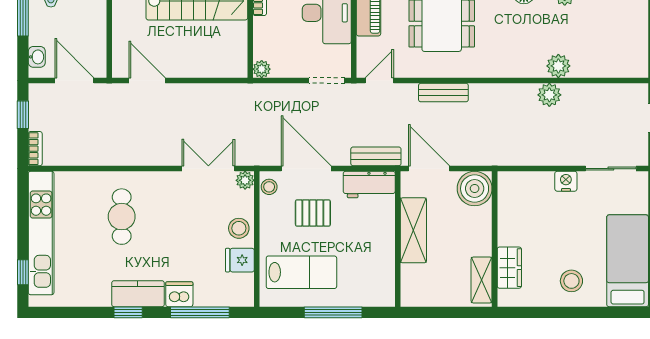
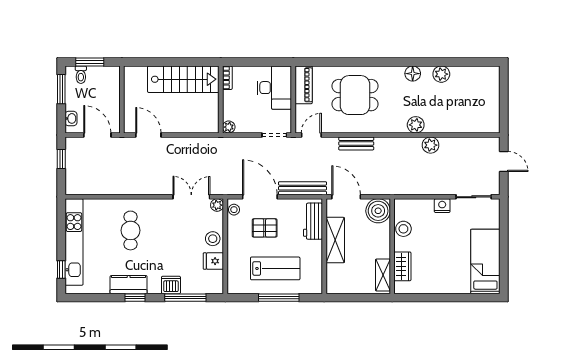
plant: (558, 66) -> (416, 125), moved
bookcase: (35, 149) -> (70, 183), removed
bench: (376, 156) -> (302, 188), width x1.36
workbench: (369, 185) -> (313, 221), moved, turned 90
lab bench: (301, 272) -> (275, 268), moved
stool: (571, 281) -> (403, 229), moved
kitchen counter: (138, 294) -> (129, 285), moved

